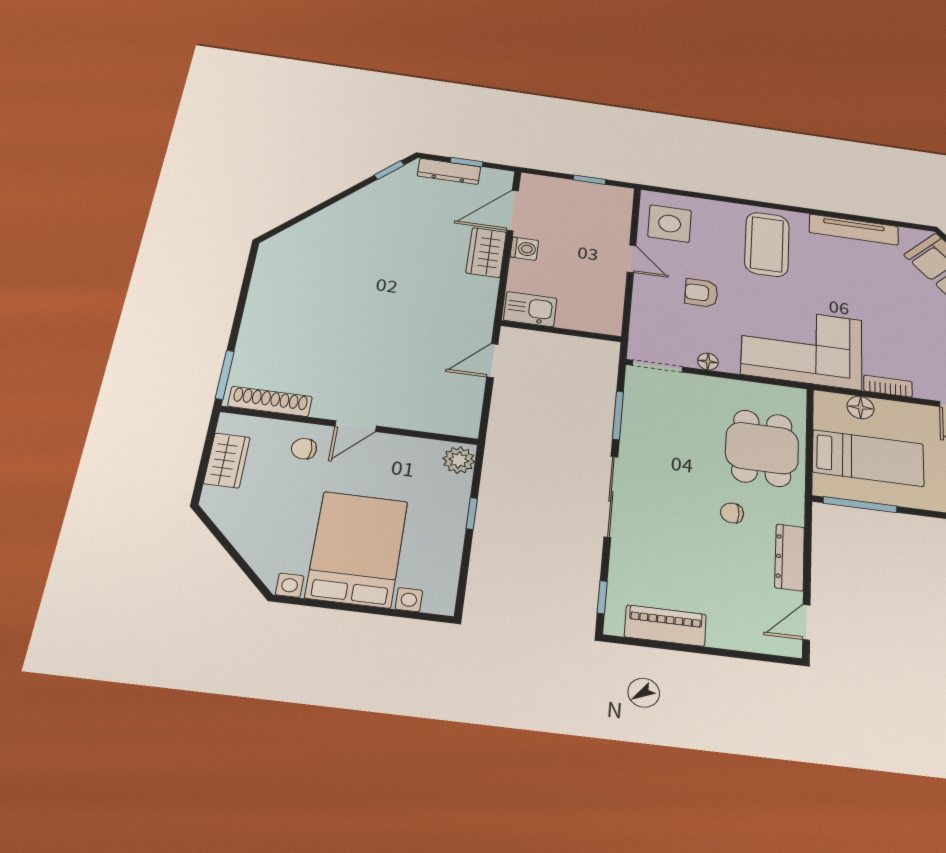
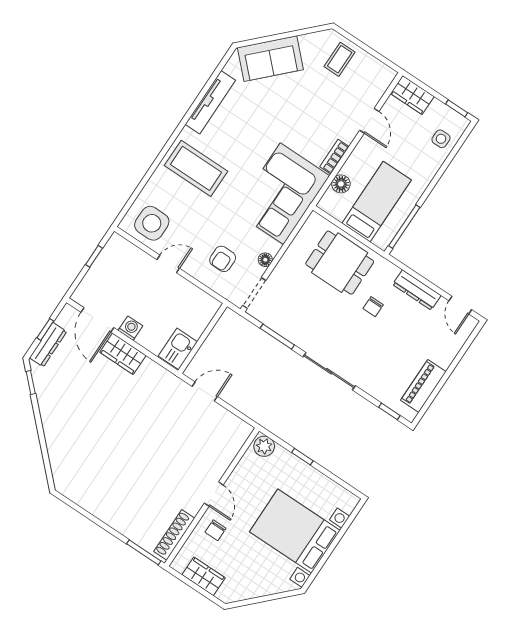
armchair: (701, 293) -> (223, 259), moved
door: (492, 361) -> (205, 392), swing flipped

